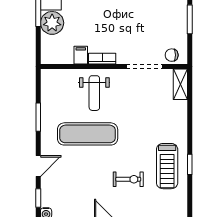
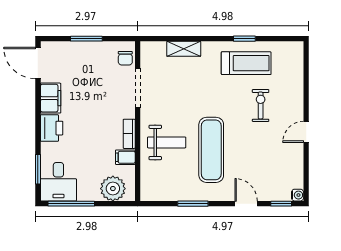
plant: (52, 23) -> (113, 189), moved
shelving: (180, 84) -> (184, 49), moved

